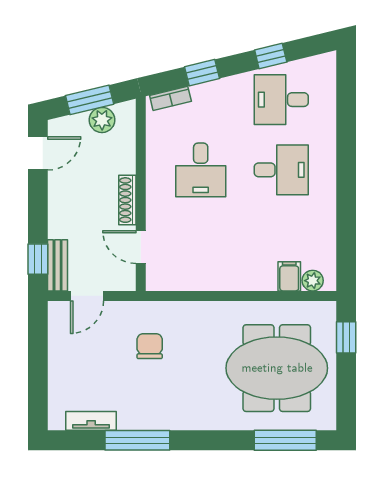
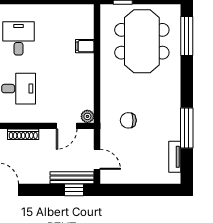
shoe rack: (127, 200) -> (23, 134), moved
bench: (58, 265) -> (72, 178), width x1.36
filing cabinet: (289, 276) -> (85, 46), moved
plant: (313, 281) -> (87, 116), moved

